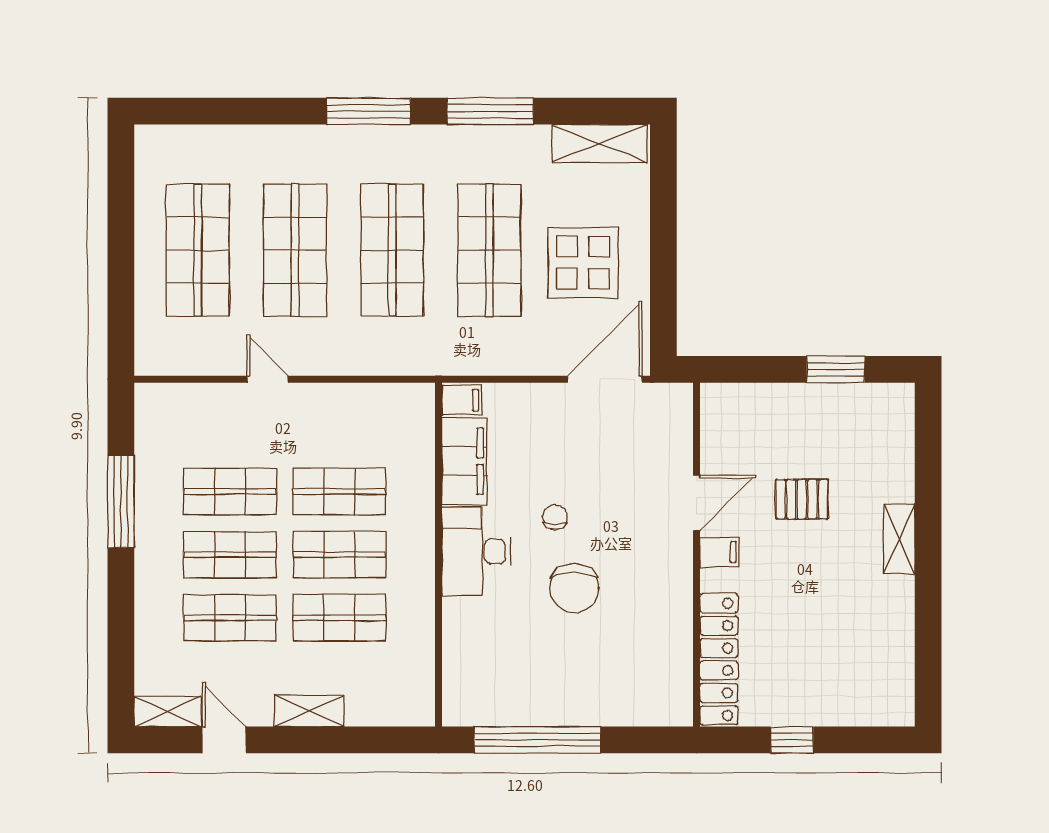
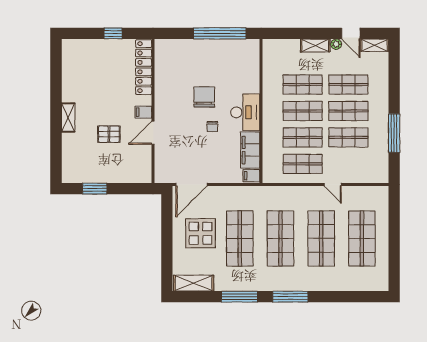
shop shelf: (339, 428) -> (303, 164), added
plant: (259, 714) -> (336, 44), added

